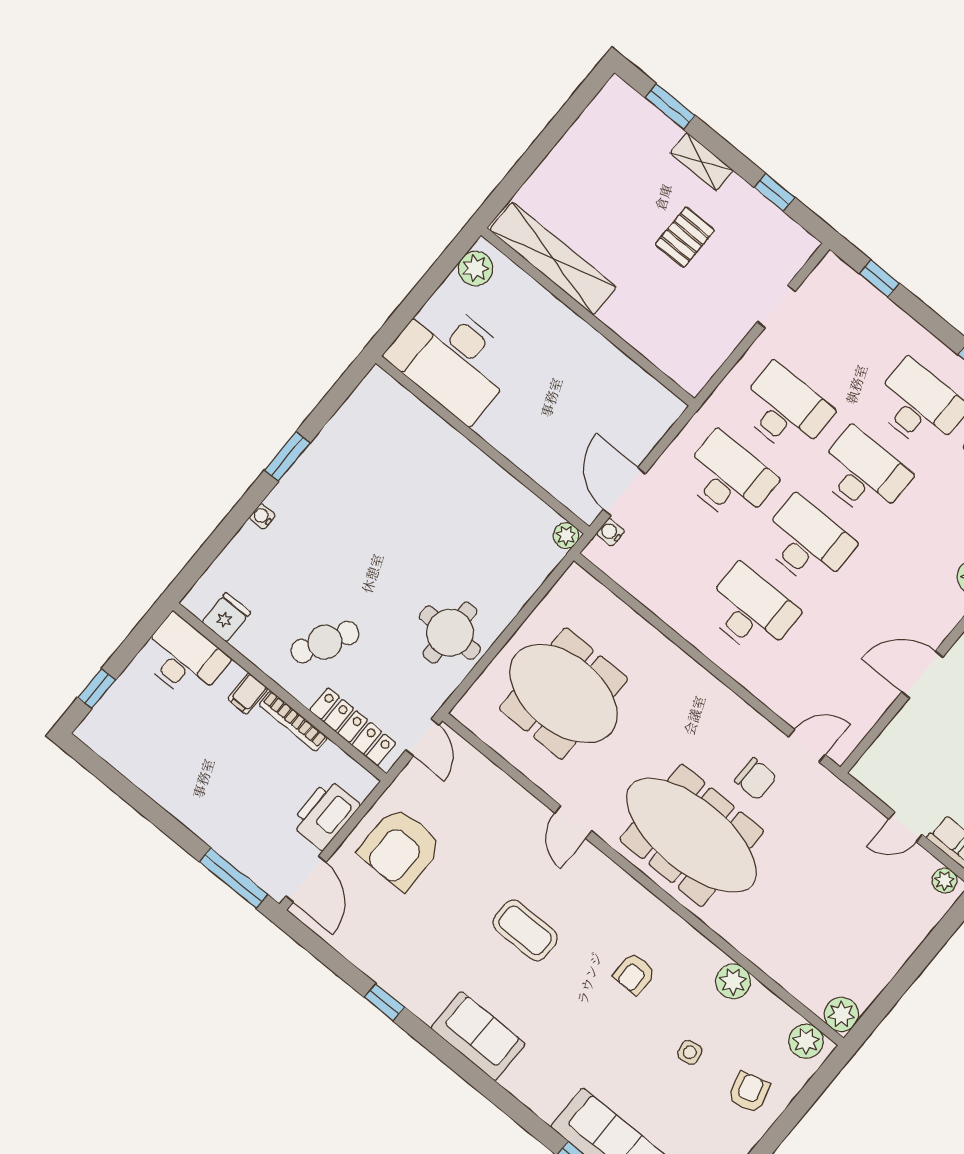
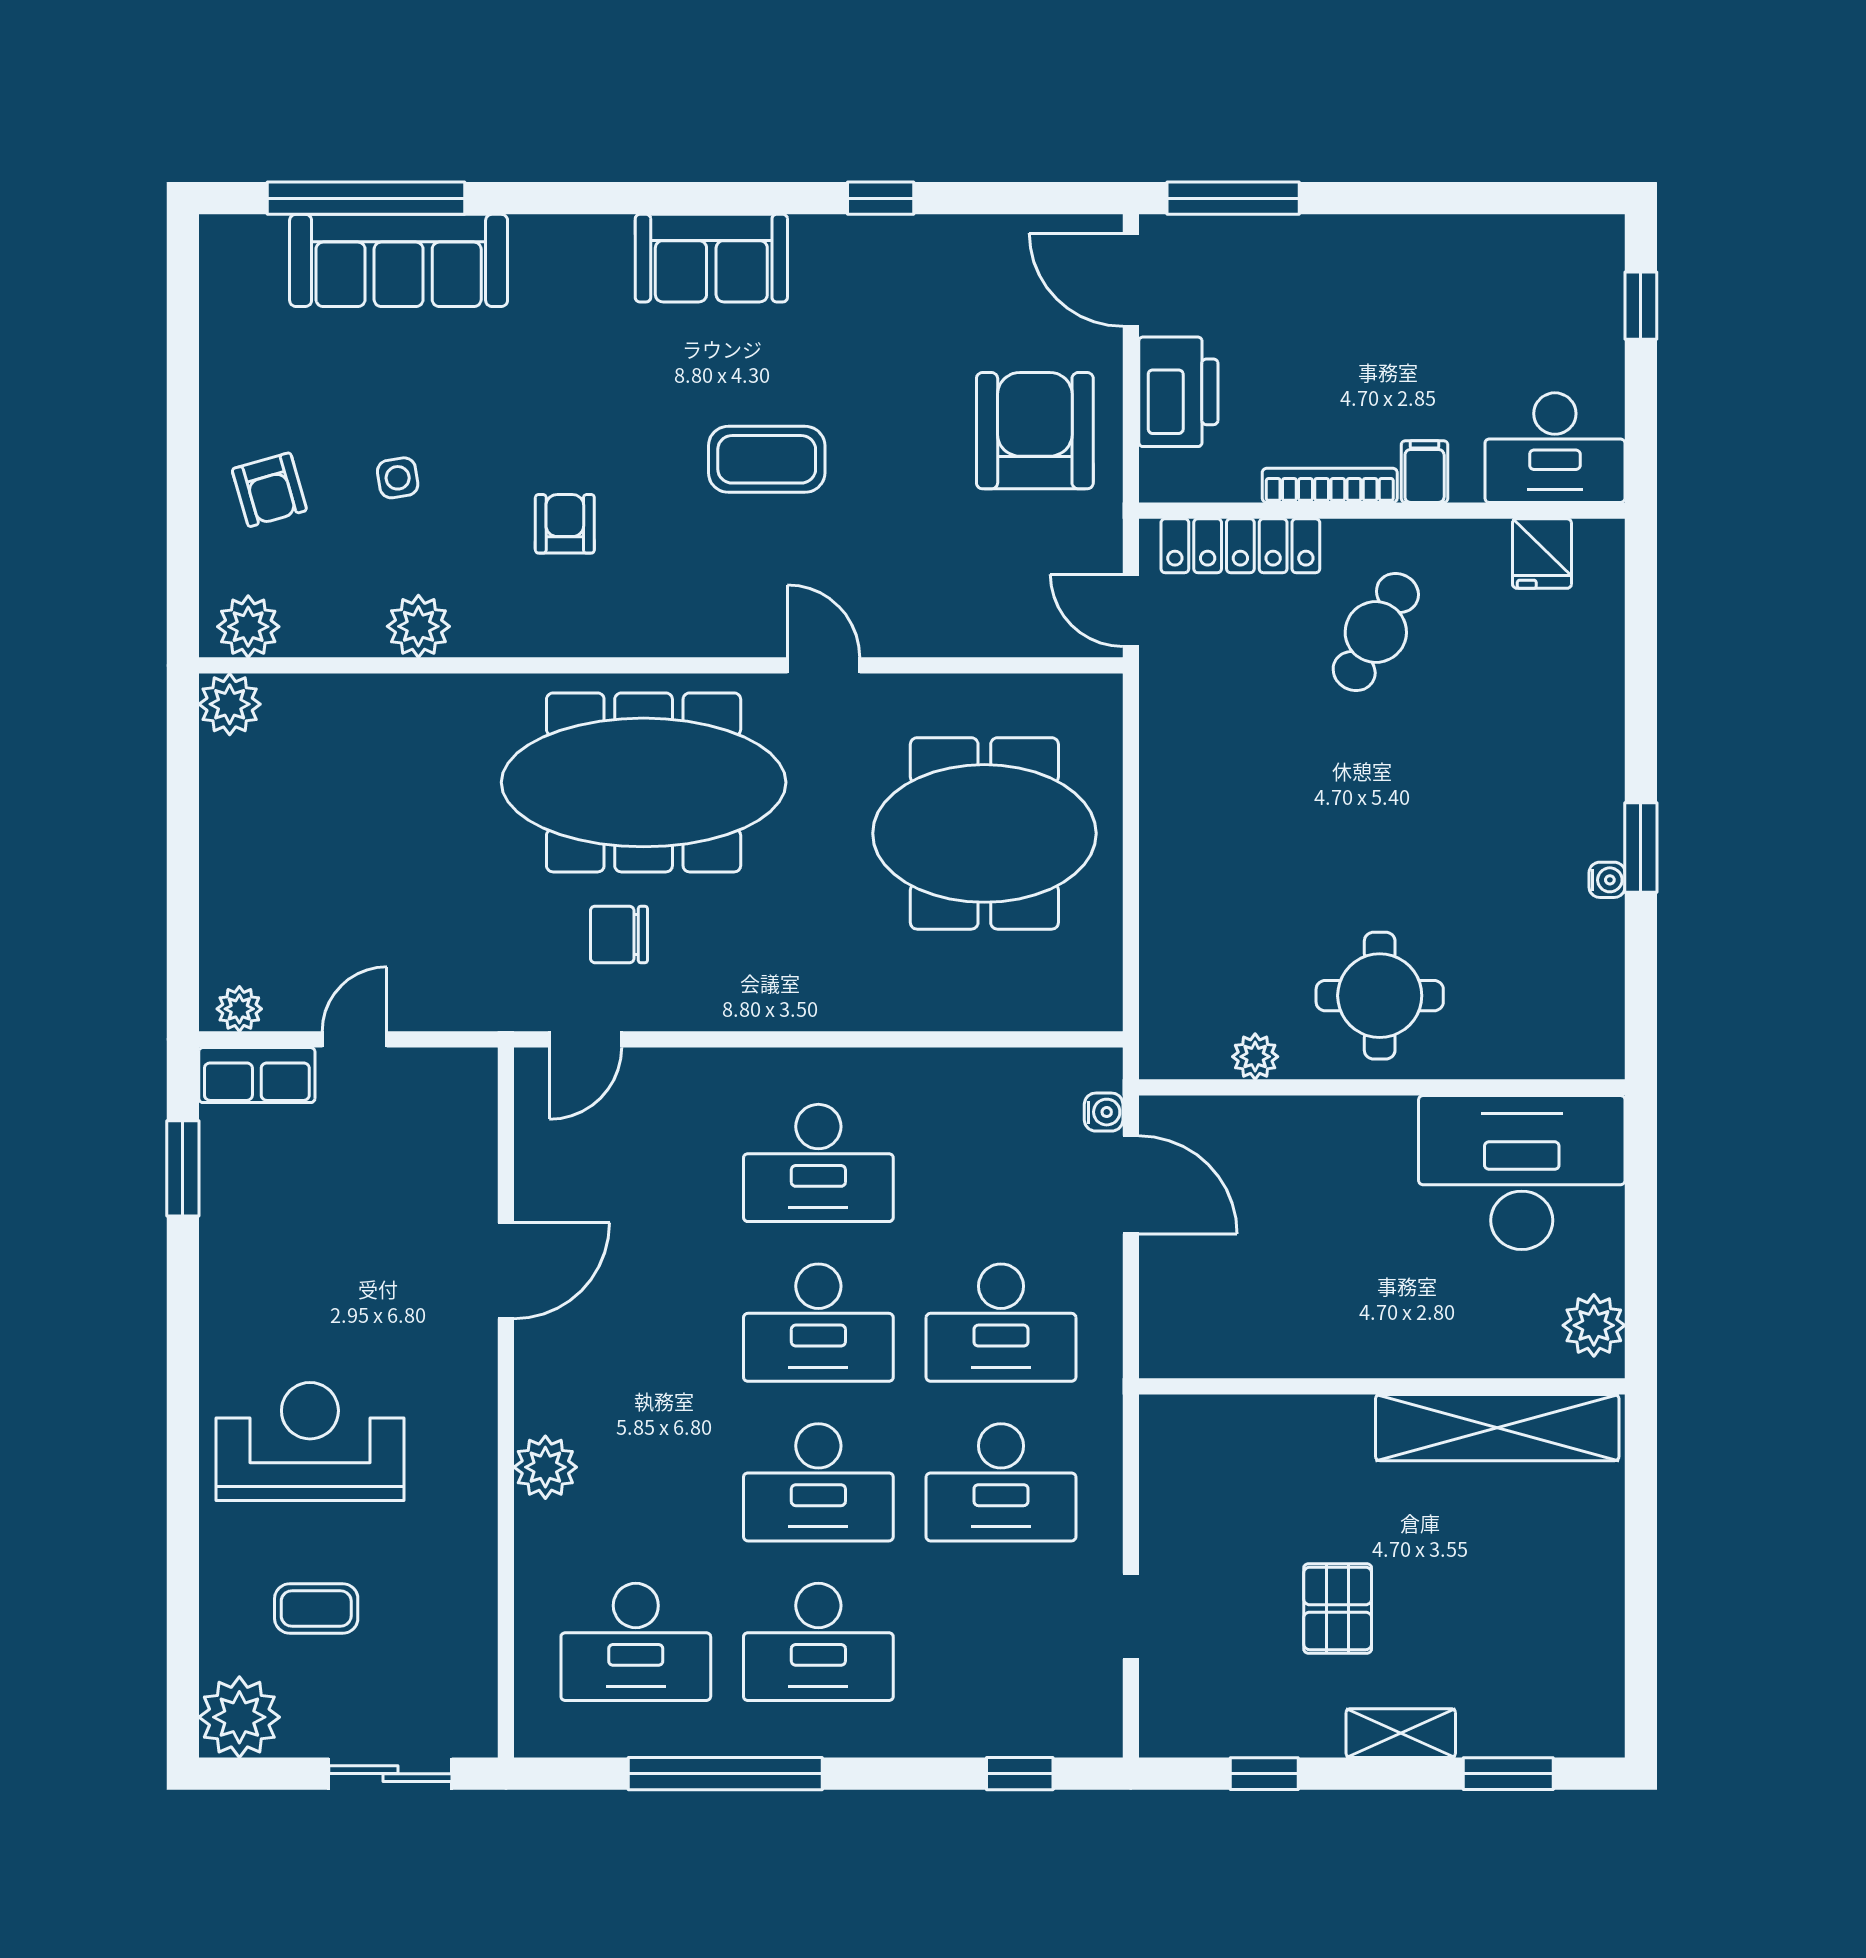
water cooler: (262, 516) -> (1607, 880), moved
plant: (566, 536) -> (1255, 1057), moved
round table: (450, 633) -> (1380, 996), moved

